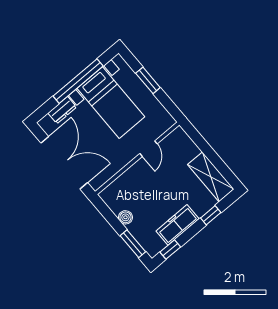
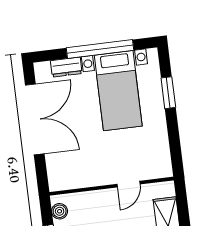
door: (149, 149) -> (129, 184), moved
wall: (137, 158) -> (112, 186), moved

